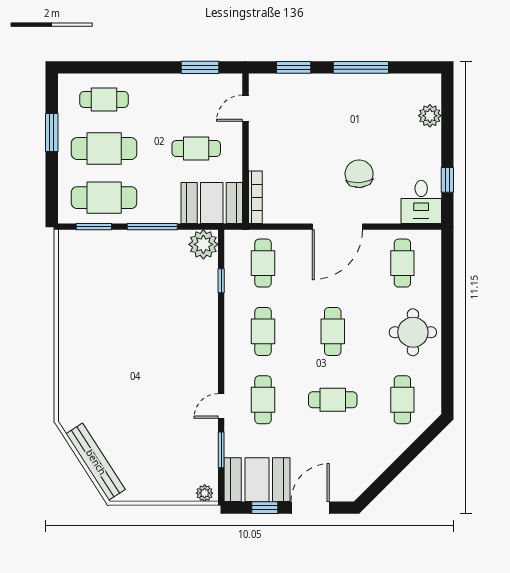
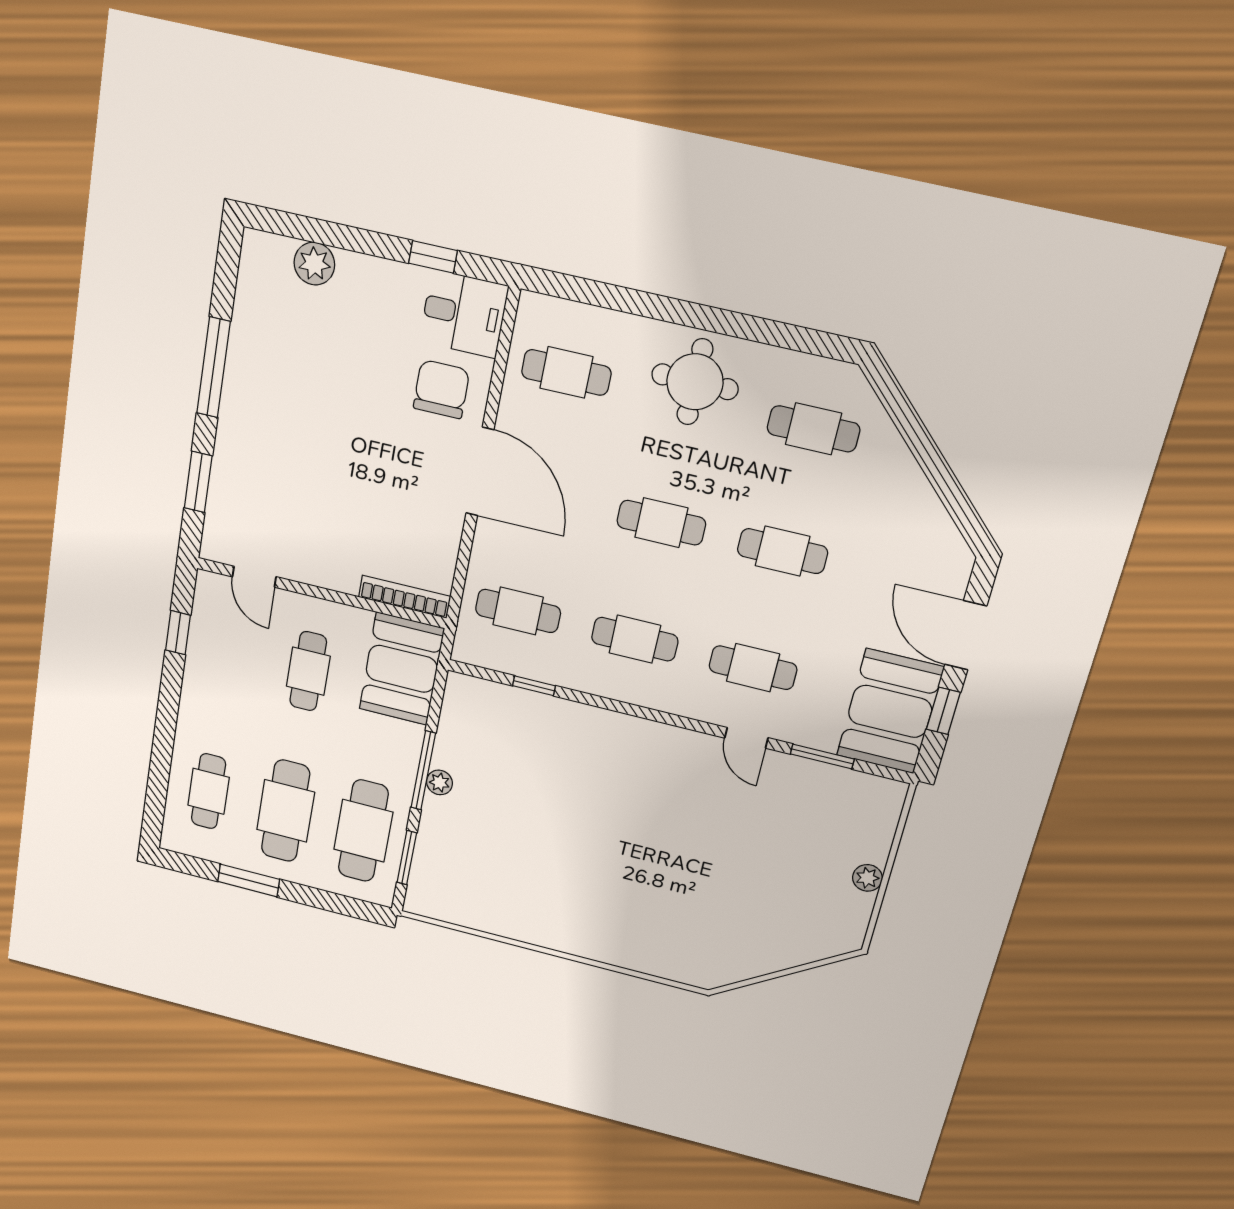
window: (200, 67) -> (178, 633), width x0.67
chair: (359, 174) -> (441, 389), moved, turned 94
plant: (203, 244) -> (439, 782), moved, width x0.53, depth x0.53
cafe table: (333, 400) -> (782, 551), turned 90
bench: (96, 462) -> (790, 953), removed
plant: (205, 493) -> (867, 878), moved

